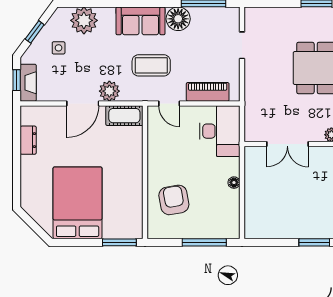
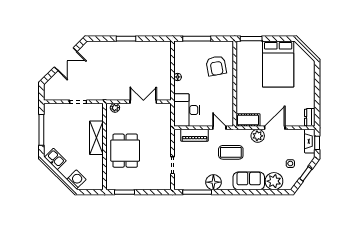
sofa: (140, 21) -> (249, 181), moved
dresser: (28, 140) -> (310, 117), moved

